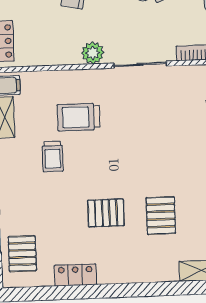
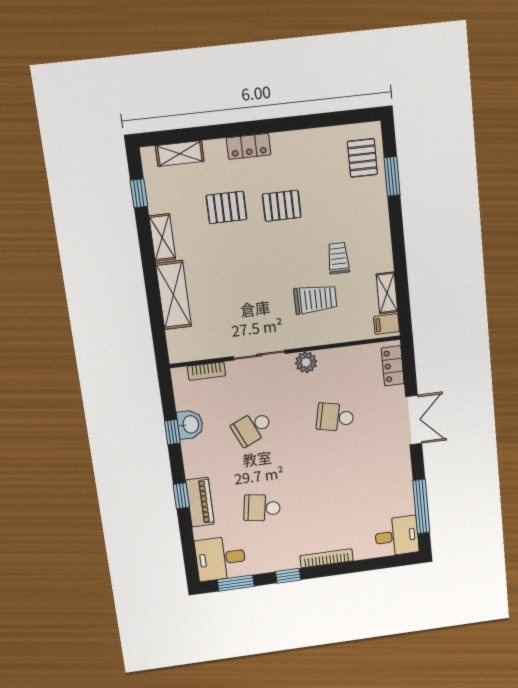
pallet: (161, 215) -> (226, 207), turned 90
locker: (75, 275) -> (249, 146), moved

